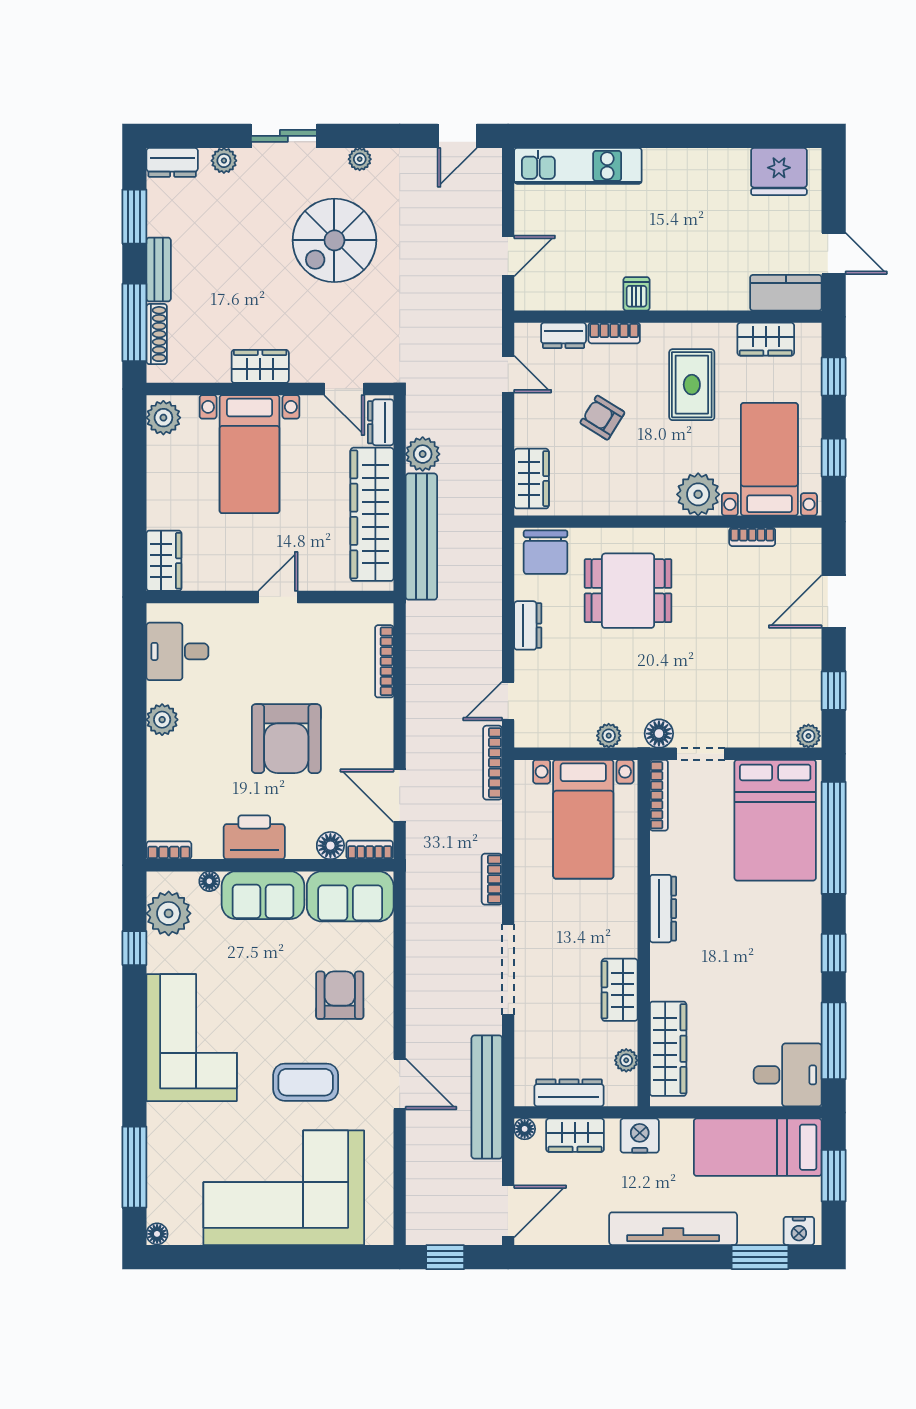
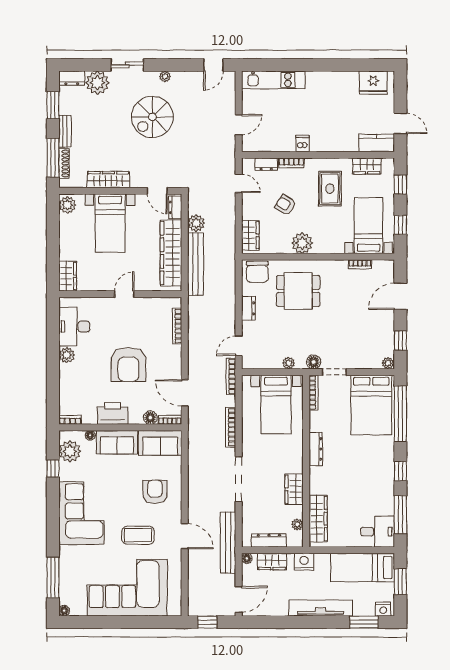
plant: (224, 161) -> (97, 83), width x1.87, depth x1.87
wardrobe: (260, 366) -> (108, 180), width x1.50
plant: (698, 494) -> (302, 243), moved
desk: (177, 651) -> (74, 326), width x1.37
bookcase: (492, 879) -> (231, 427), width x1.56

